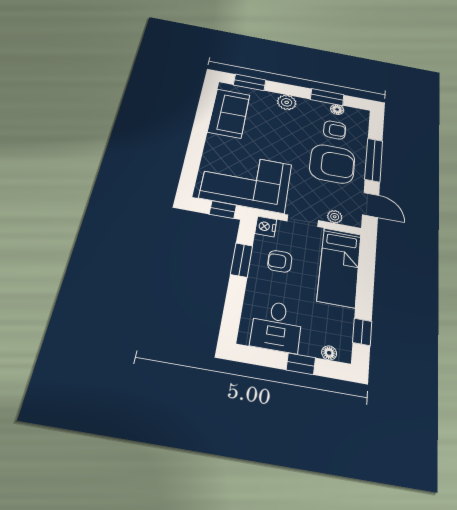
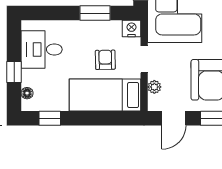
armchair: (280, 261) -> (105, 60), moved

